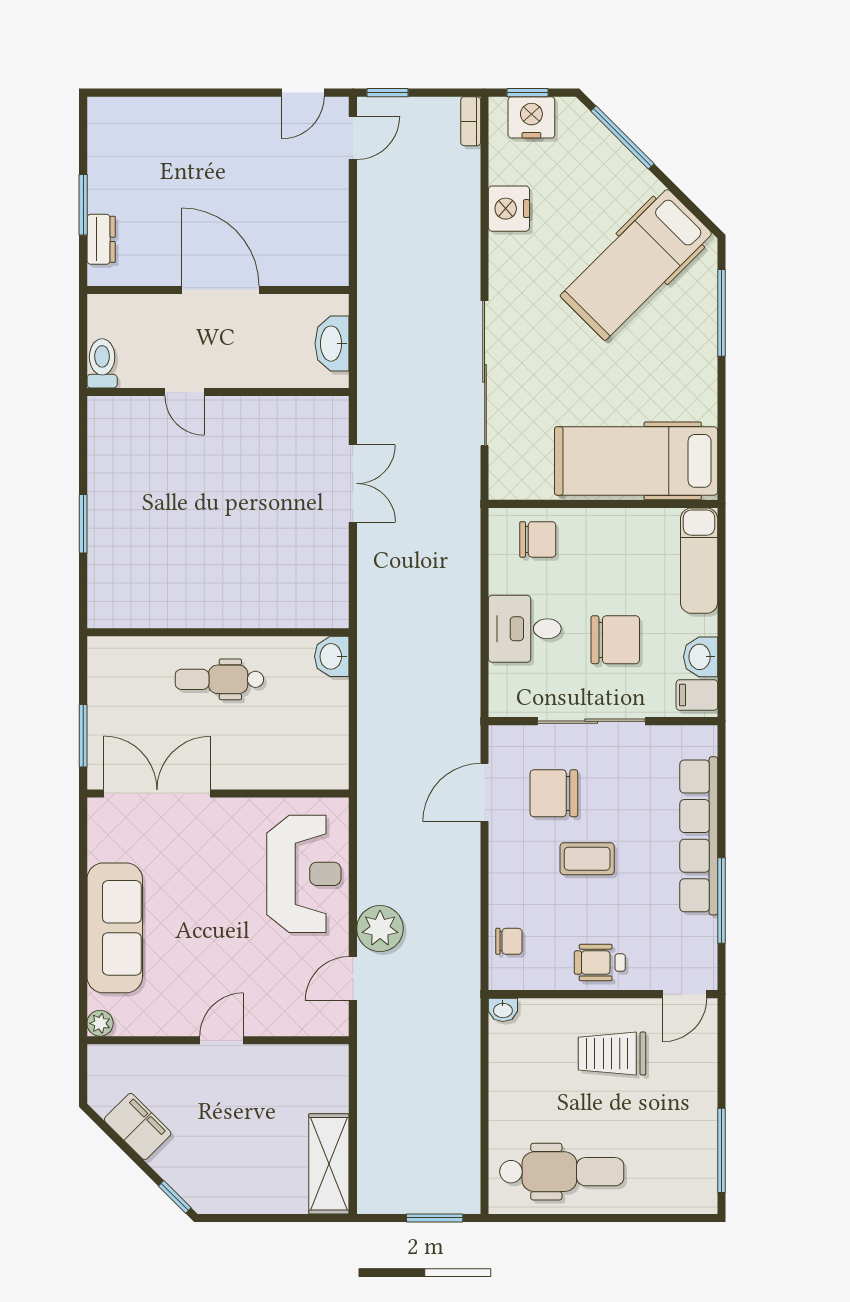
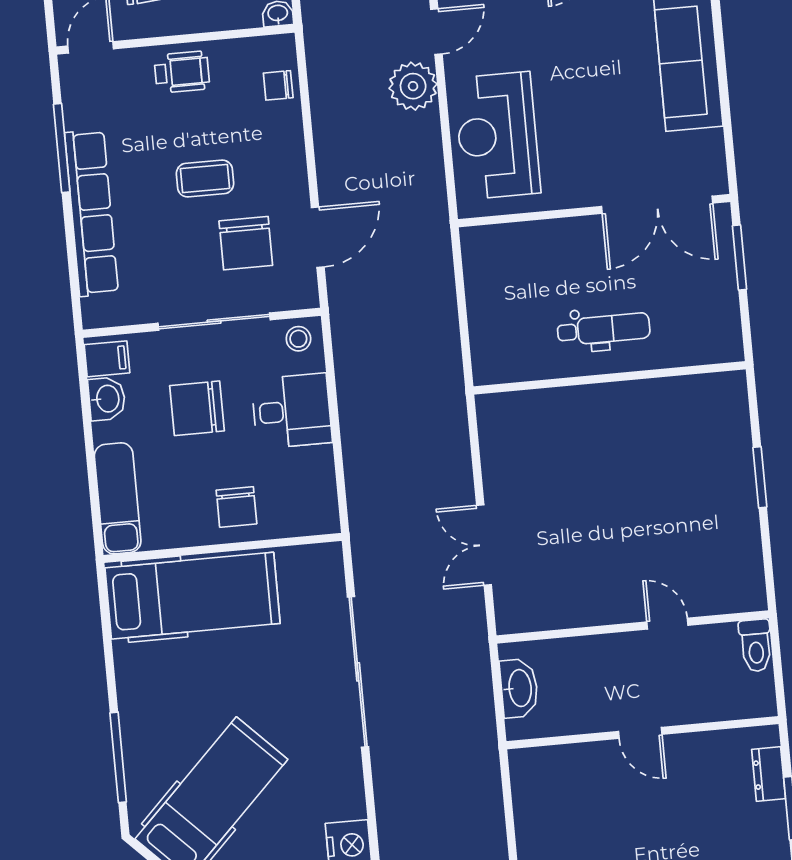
door: (220, 290) -> (640, 733), width x0.53
chair: (538, 539) -> (237, 507), moved, turned -90
washbasin: (332, 656) -> (489, 364), removed
stool: (512, 697) -> (298, 339), added
chair: (554, 793) -> (246, 243), turned 90

